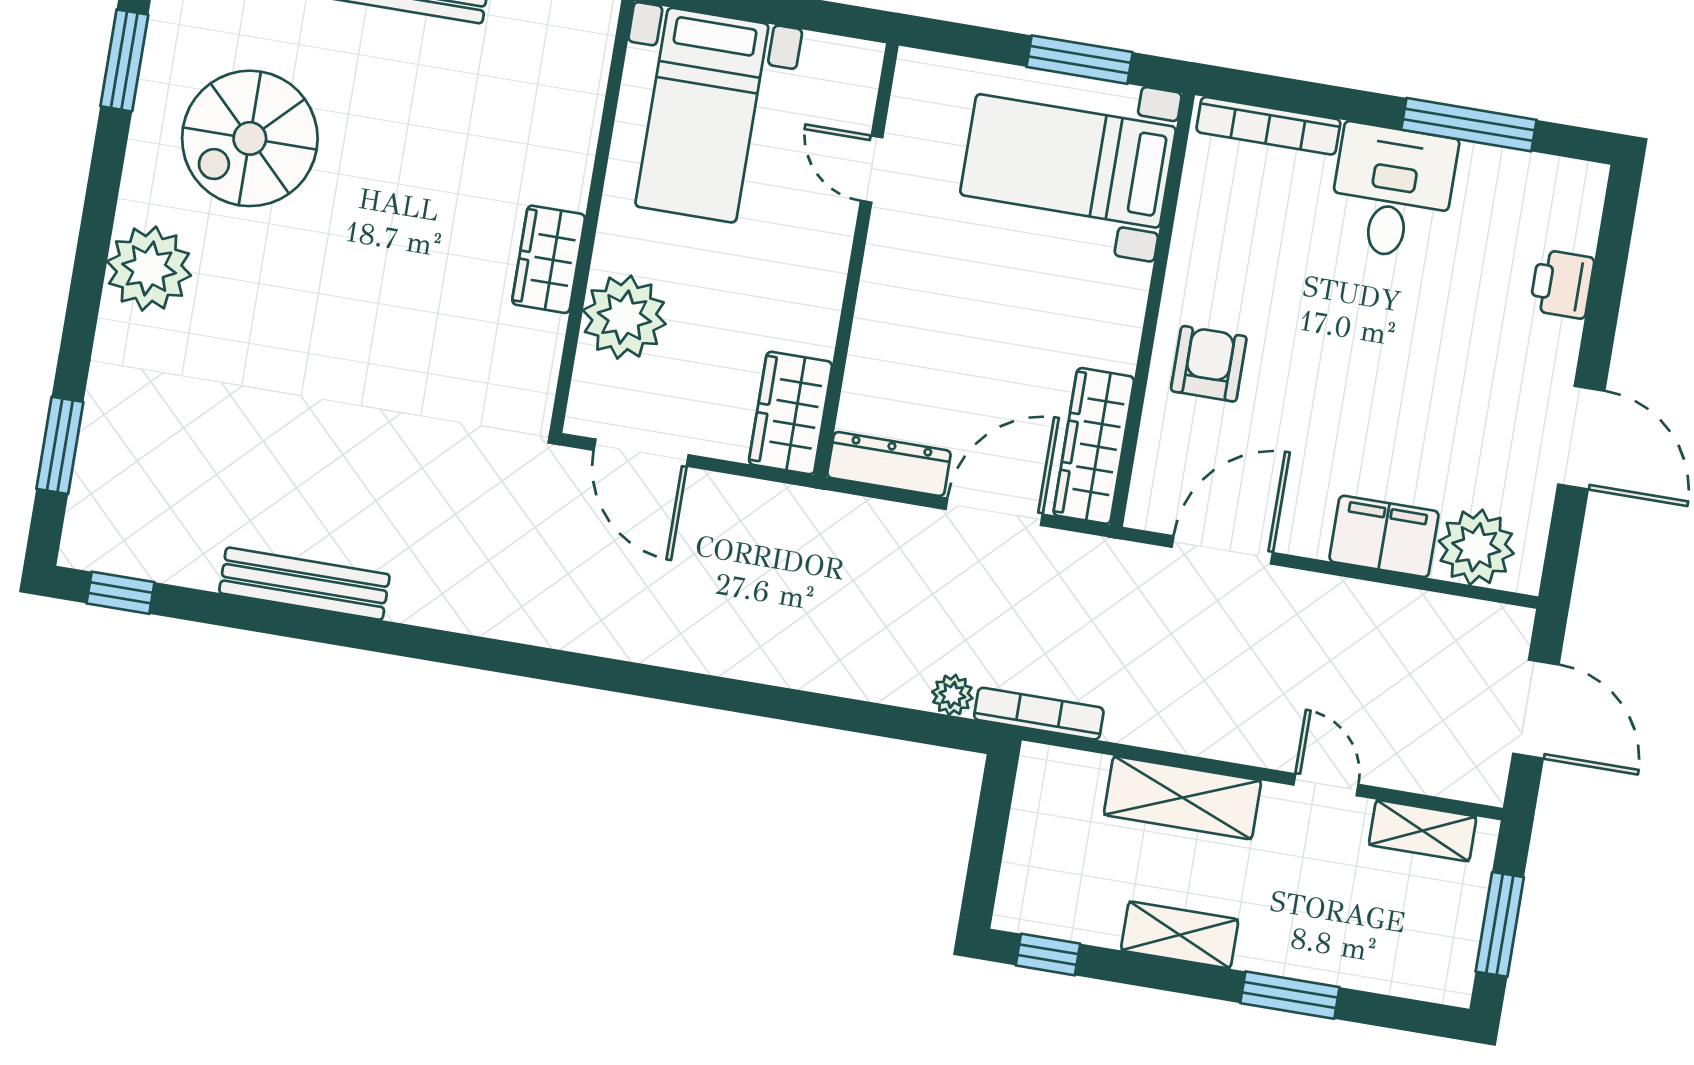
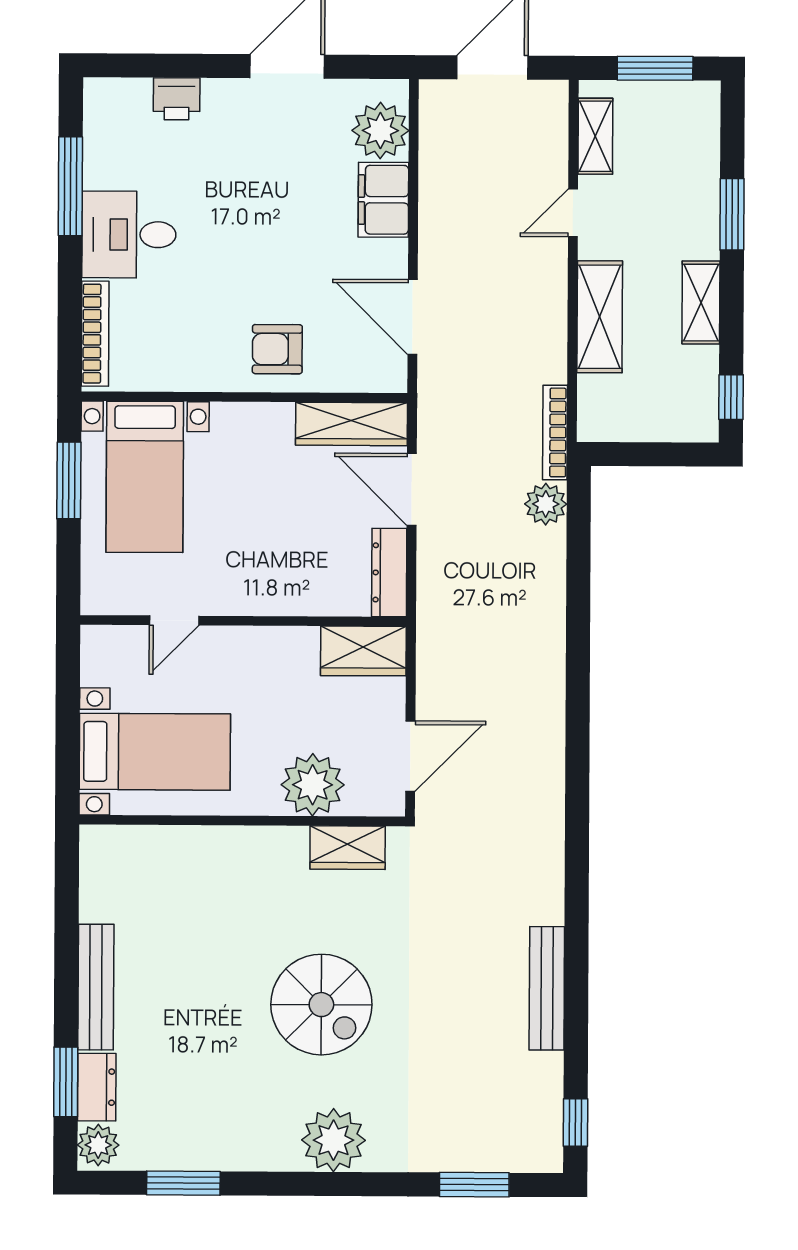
spiral stairs: (250, 138) -> (321, 1005), moved
wardrobe: (549, 259) -> (348, 848), moved
plant: (952, 695) -> (546, 504), width x1.38, depth x1.38

